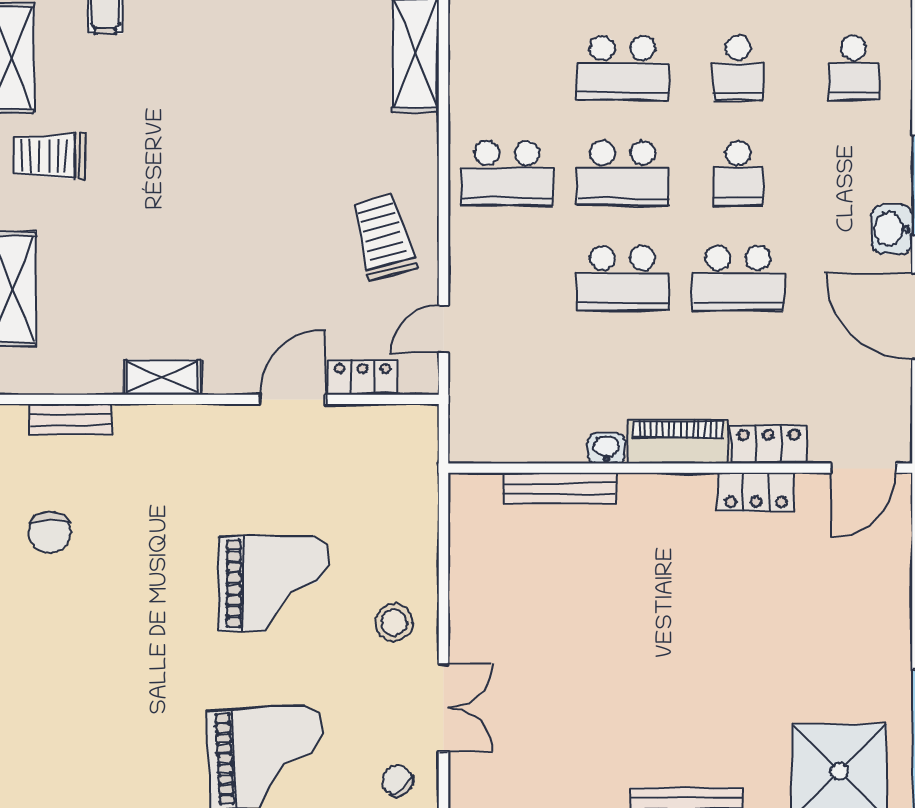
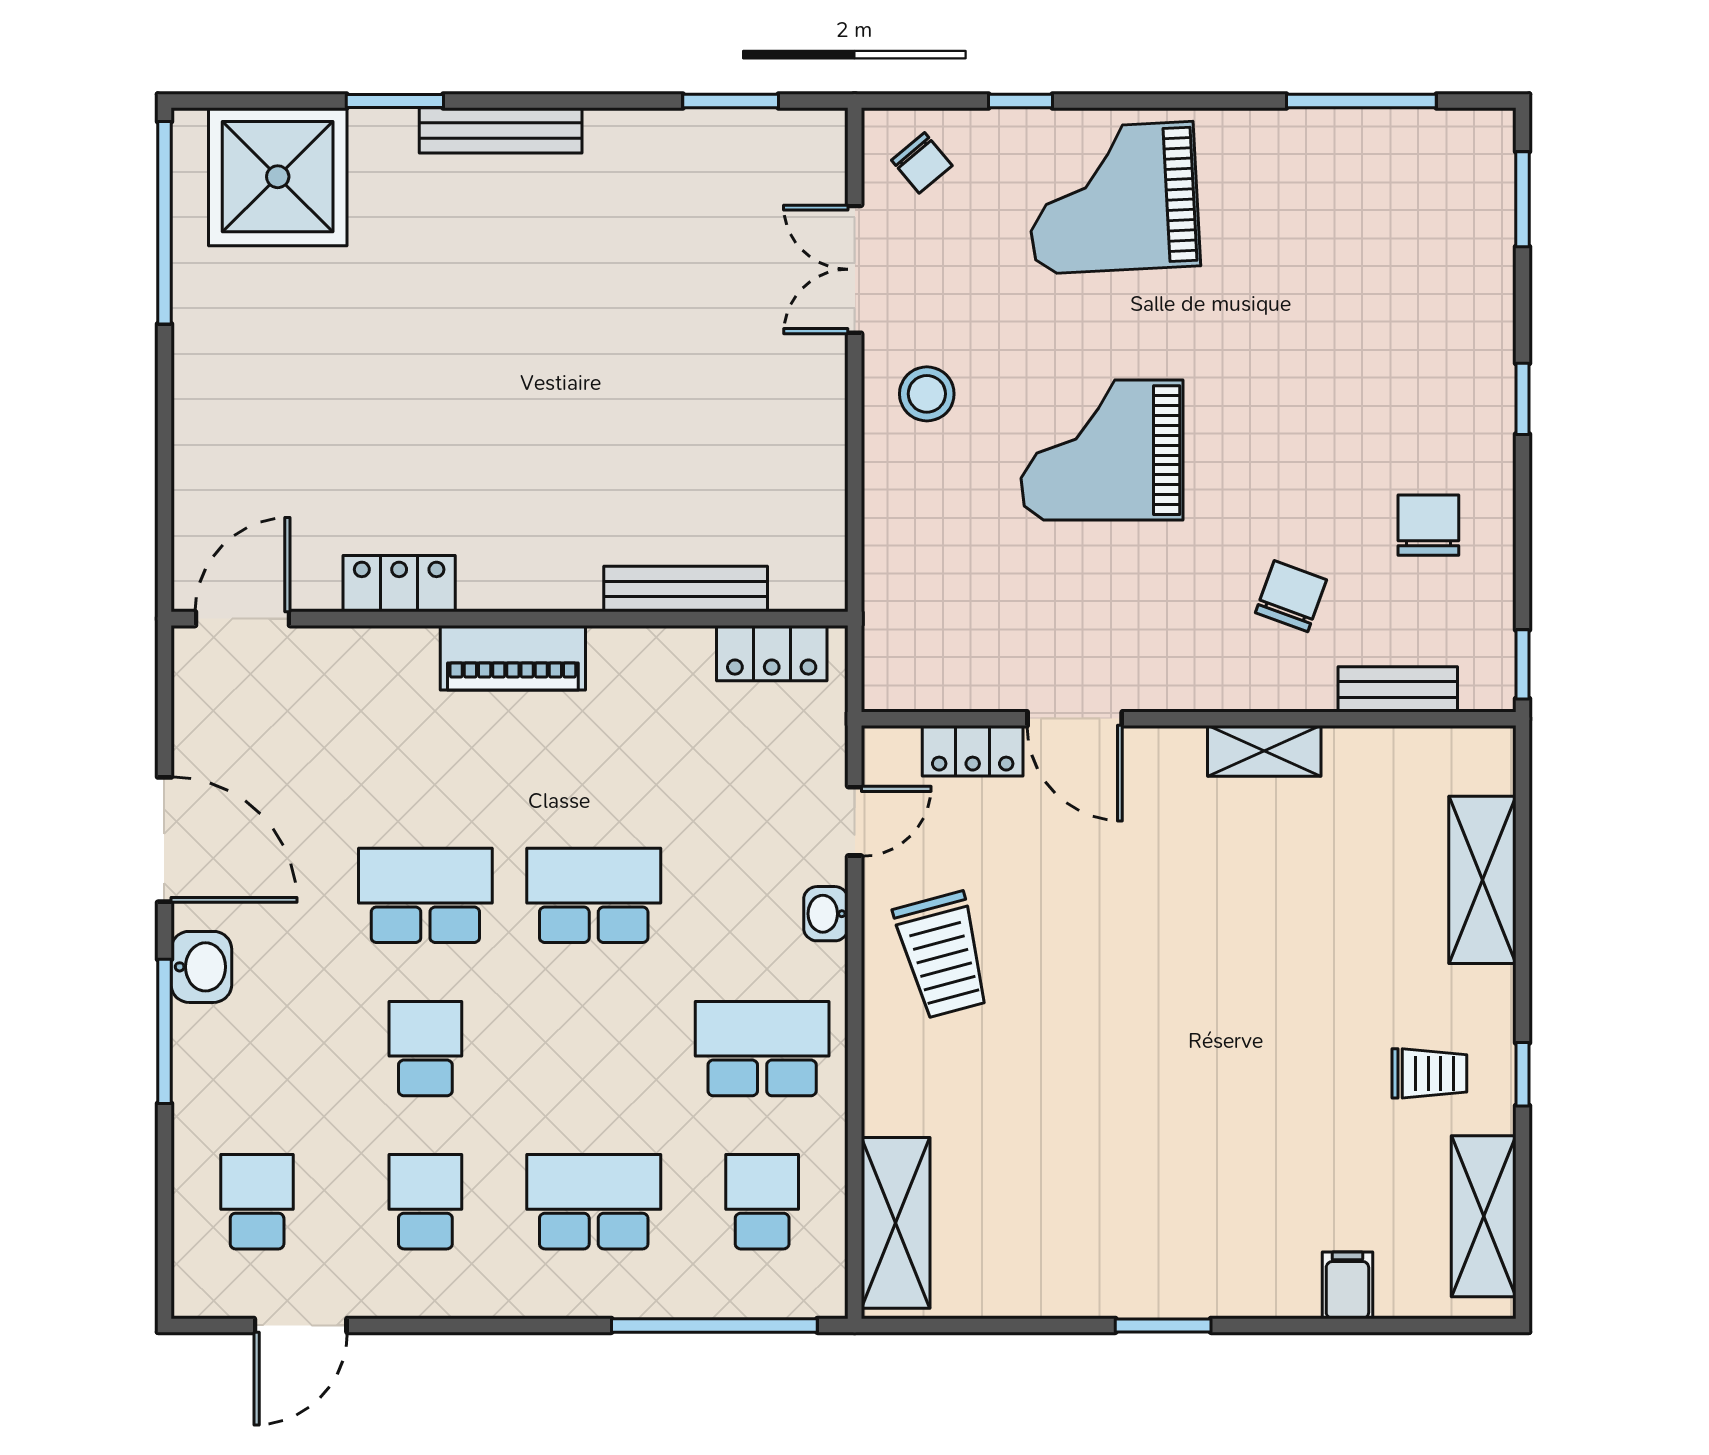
trolley: (49, 156) -> (1429, 1073), width x0.73, depth x0.72
school desk: (623, 173) -> (762, 1202), moved, width x0.54
door: (293, 399) -> (1075, 719), hinge flipped
locker: (769, 444) -> (772, 653), moved
washbasin: (606, 448) -> (826, 914), moved, turned 90
chair: (144, 483) -> (1291, 596), added

